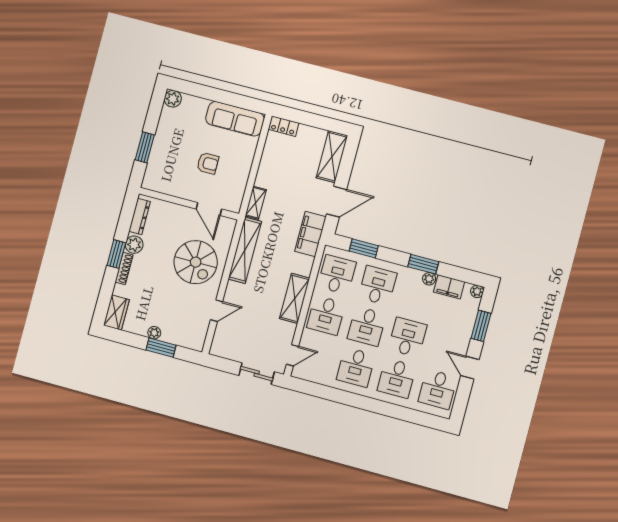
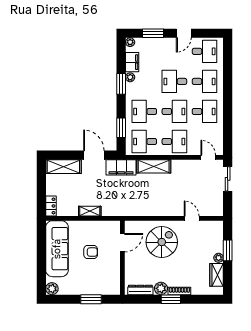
sofa: (235, 119) -> (57, 249), width x1.36, depth x1.27
armchair: (208, 163) -> (91, 252), turned 90
shelving: (256, 203) -> (90, 211), moved
shelving: (245, 250) -> (144, 210), removed
shelving: (295, 298) -> (154, 166), moved
wardrobe: (116, 313) -> (216, 275), moved, turned -90

